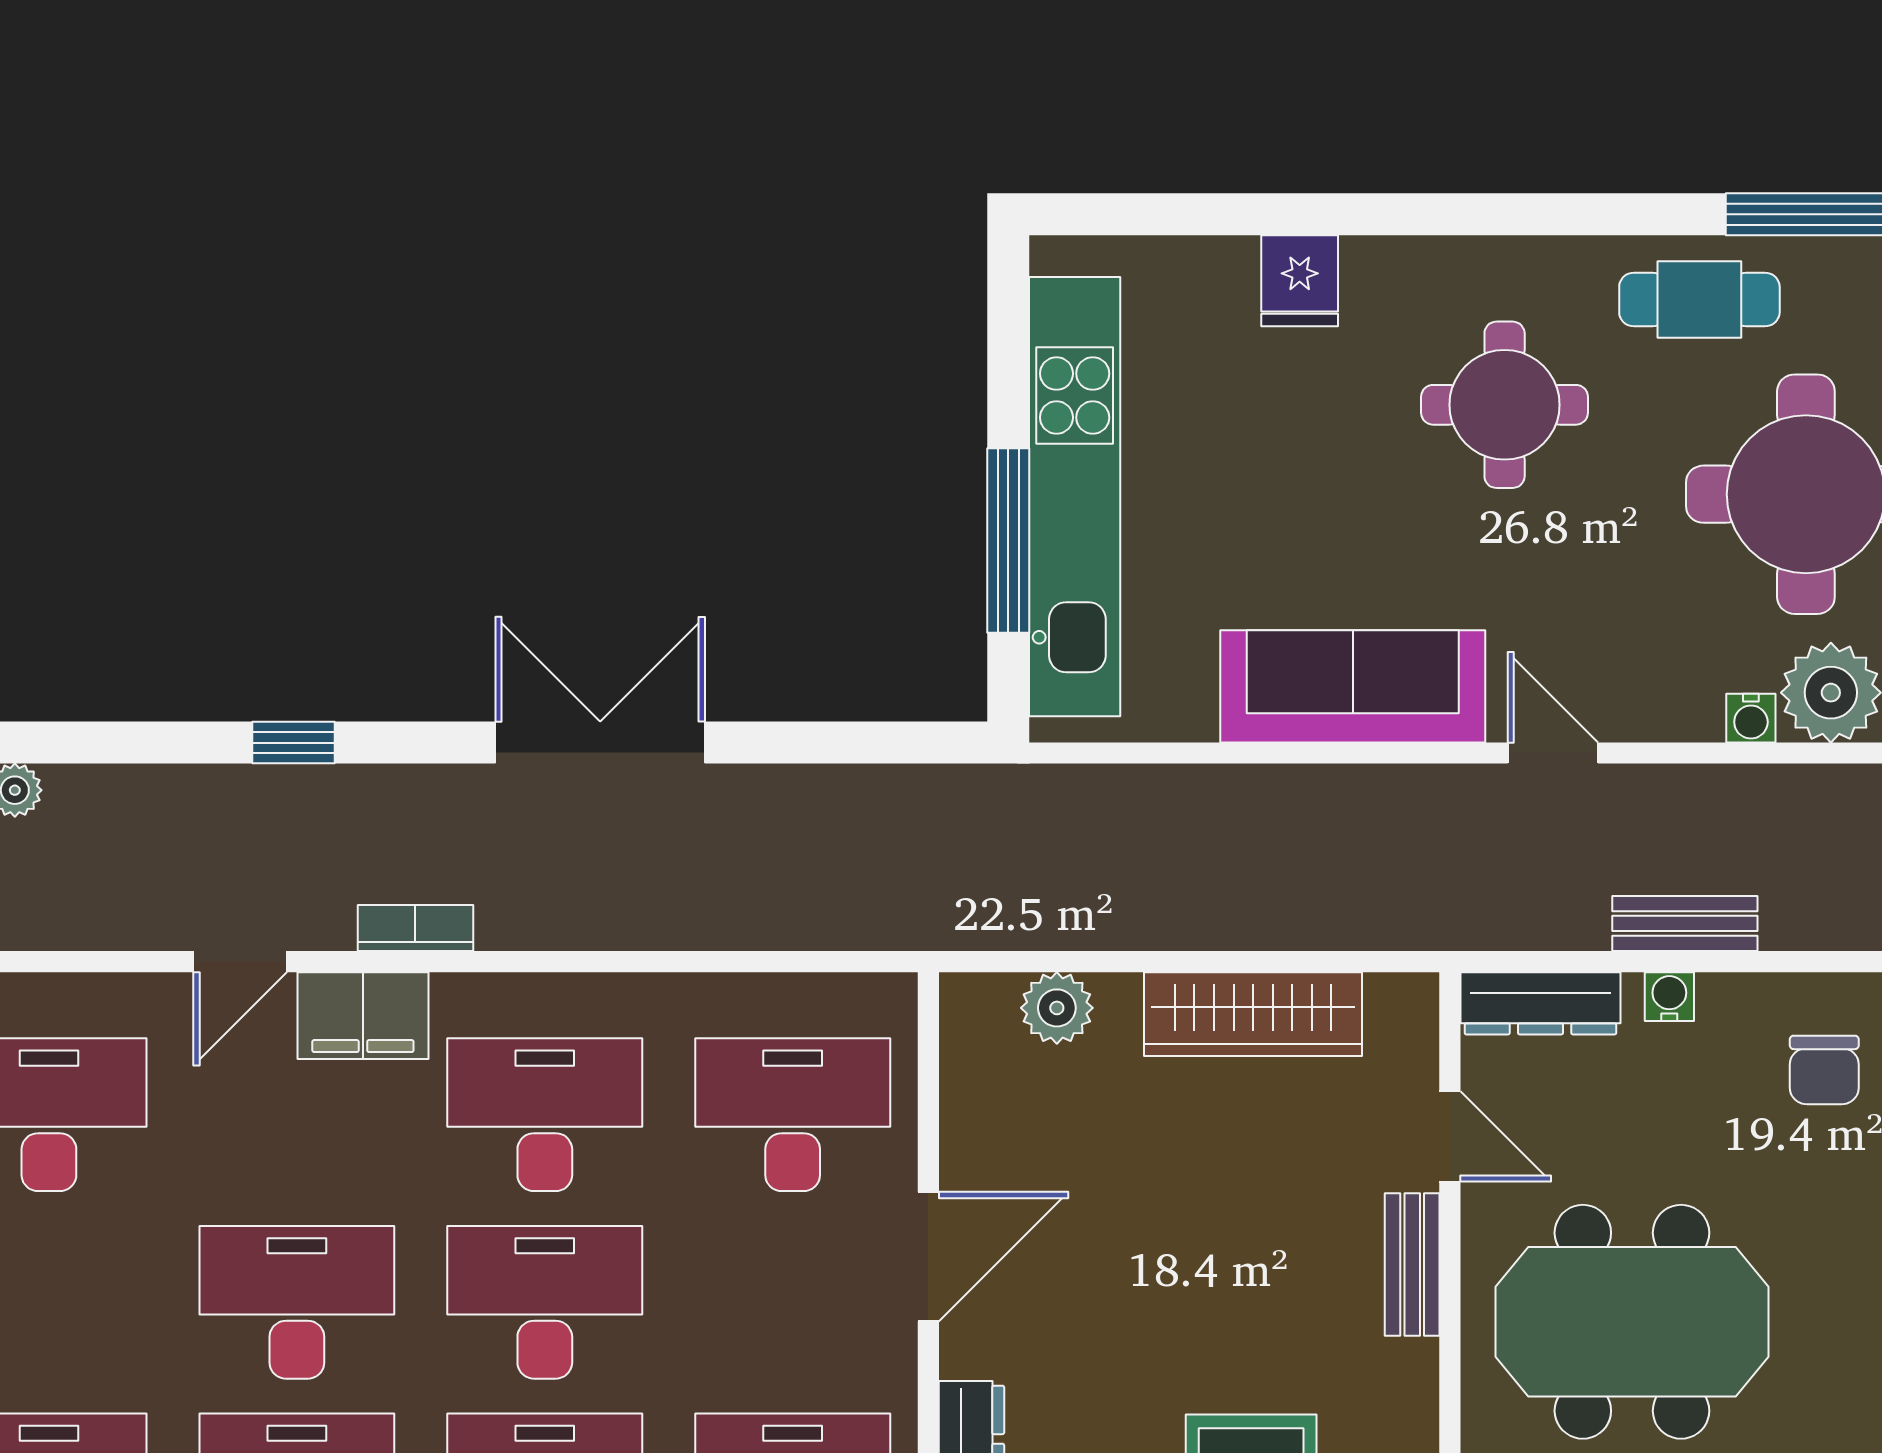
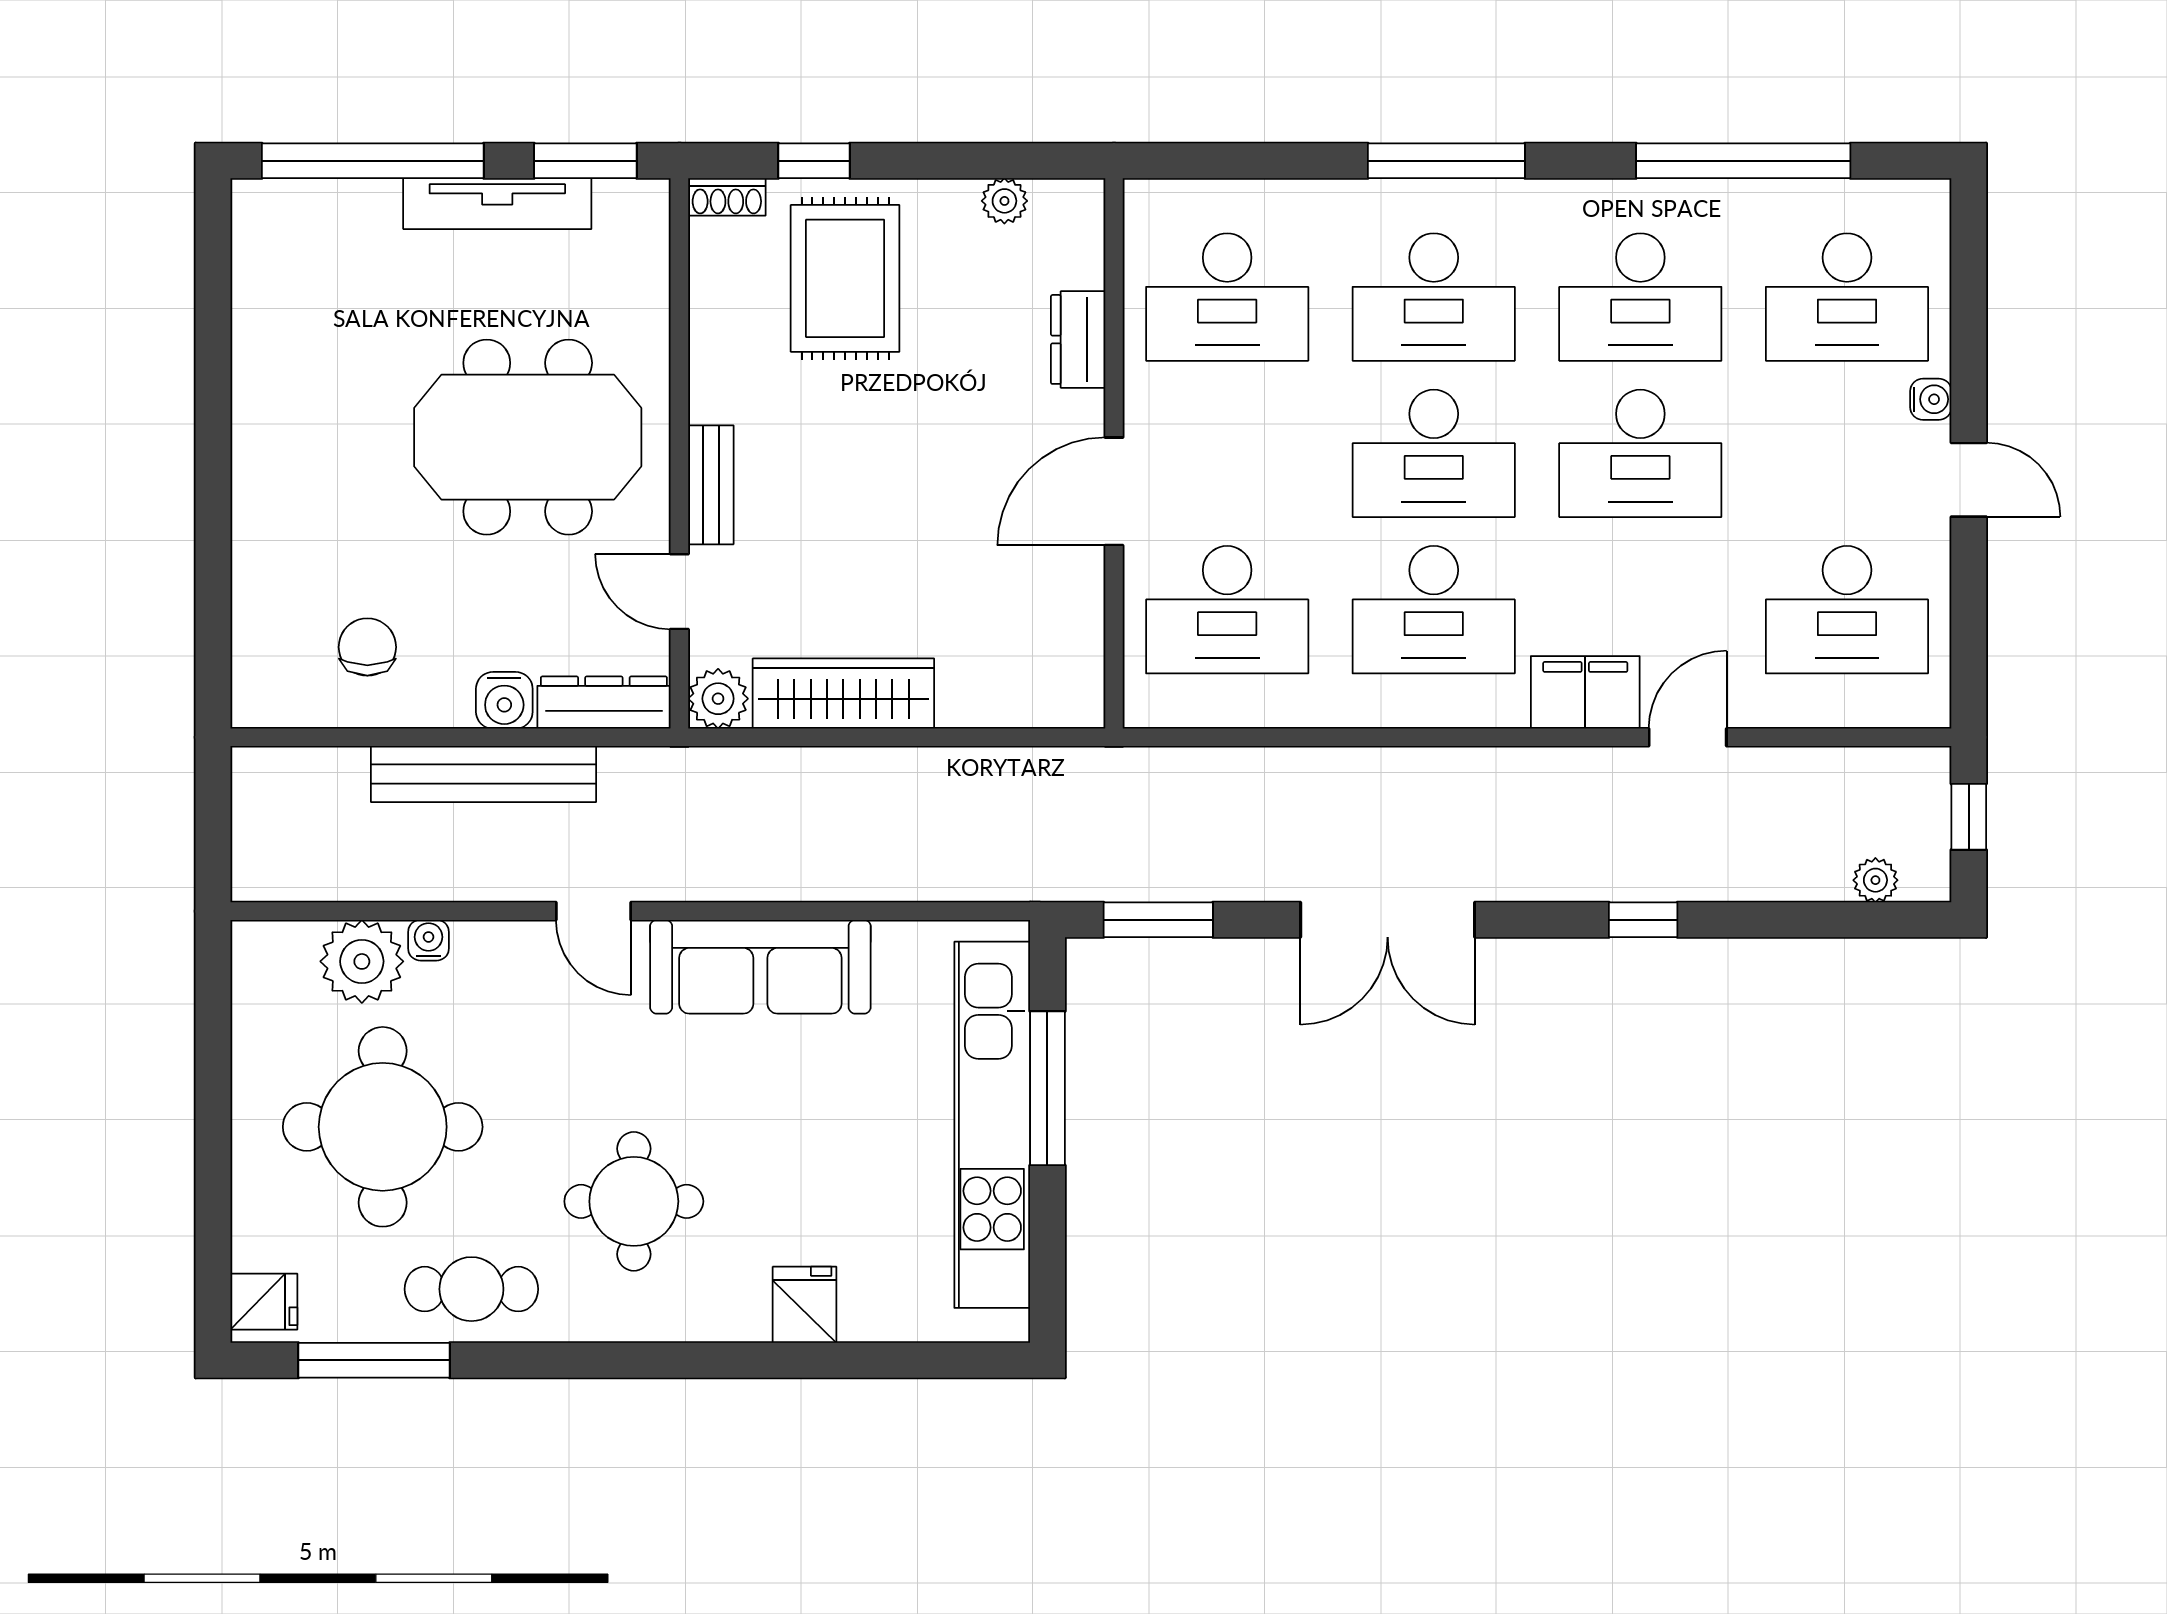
window: (875, 743) -> (1158, 920), added
bench: (1685, 923) -> (484, 774), width x1.86, depth x1.21
bookcase: (415, 928) -> (1541, 765), removed
water cooler: (1669, 997) -> (504, 700), width x1.38, depth x1.38
plant: (1057, 1008) -> (718, 699), moved

